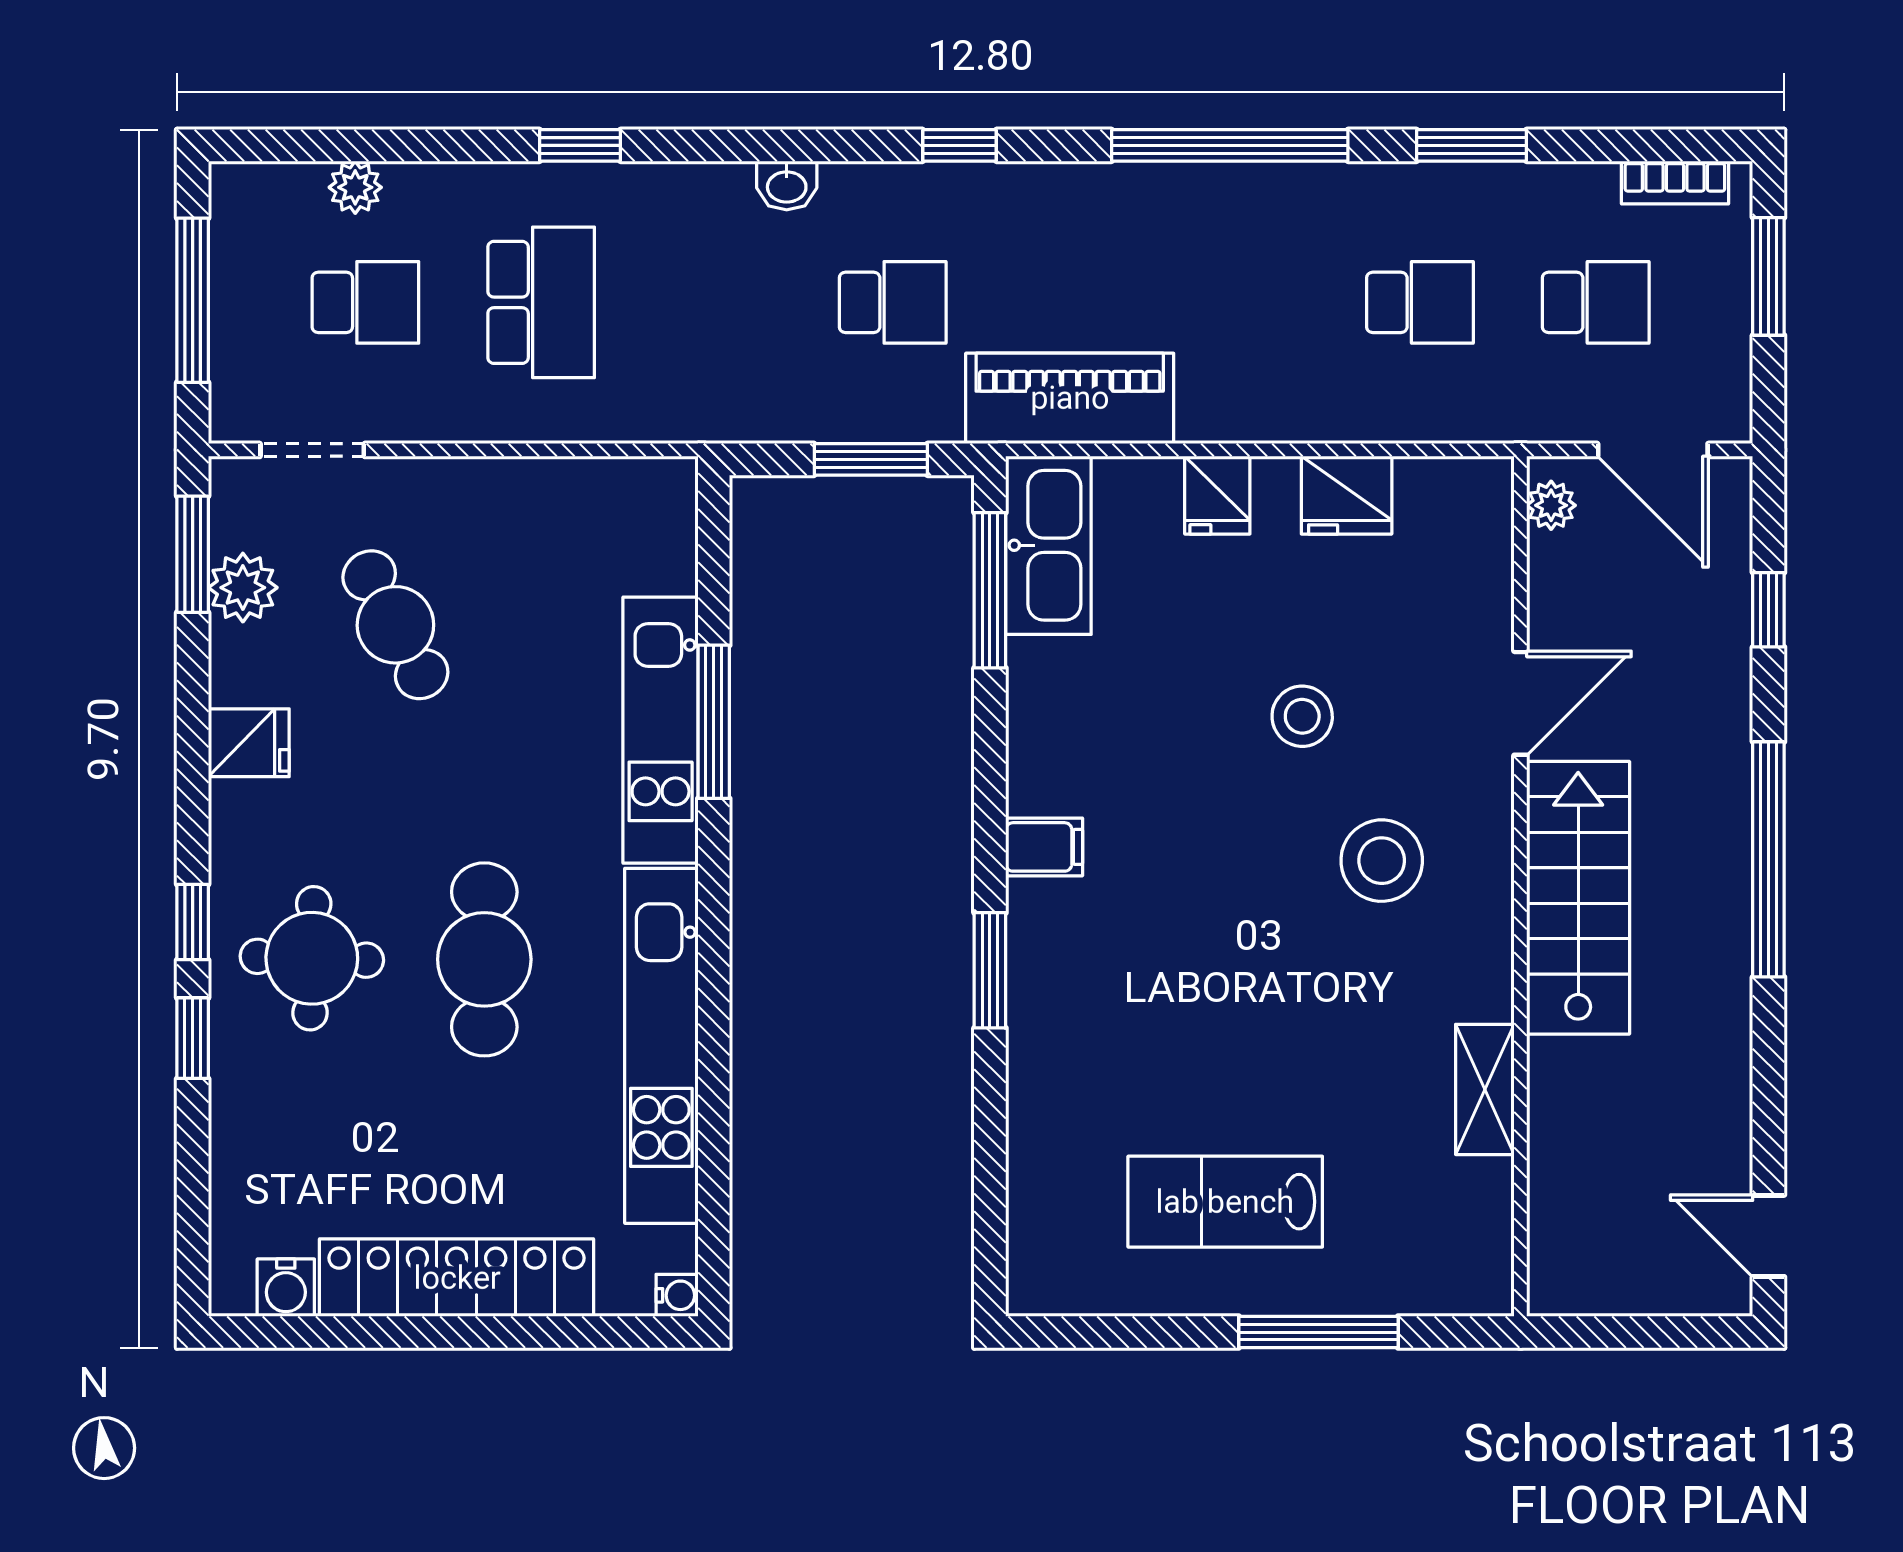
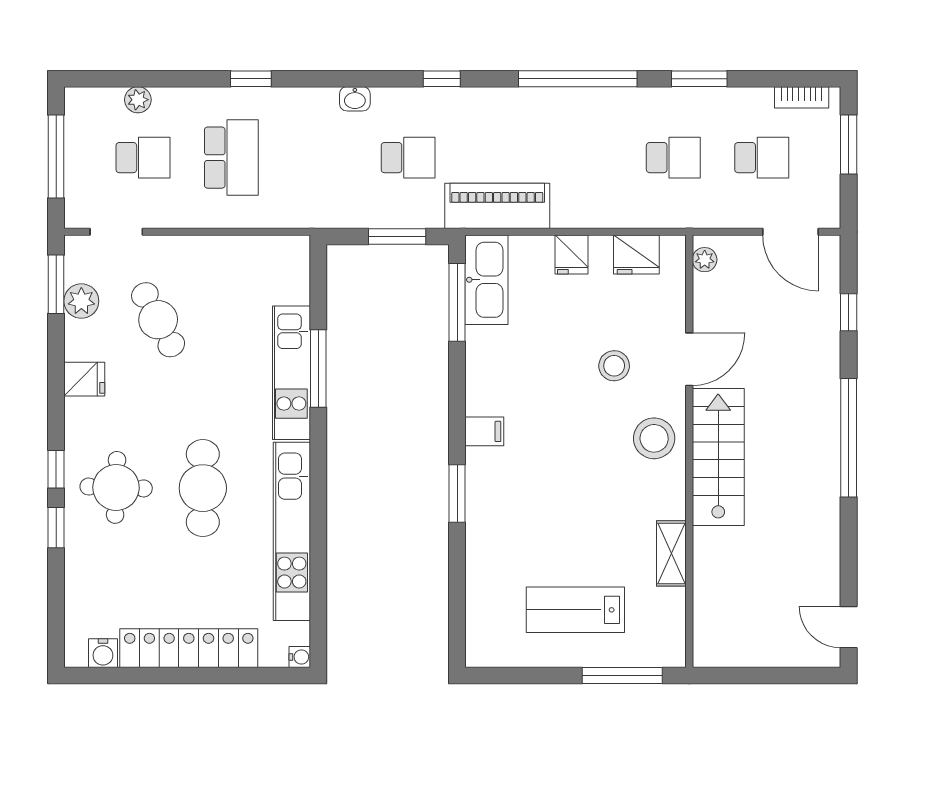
plant: (1551, 505) -> (705, 260), moved
door: (1520, 703) -> (689, 359), moved
wall: (1520, 886) -> (689, 451), moved
stairs: (1578, 898) -> (718, 457), moved
shelving: (1485, 1089) -> (671, 553), moved

